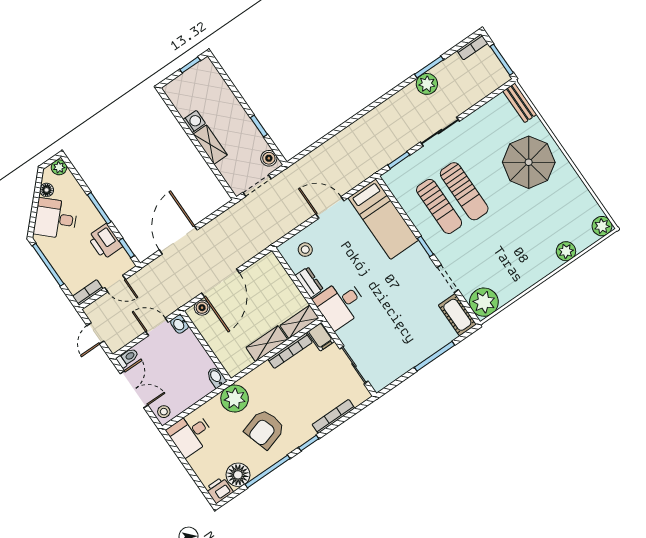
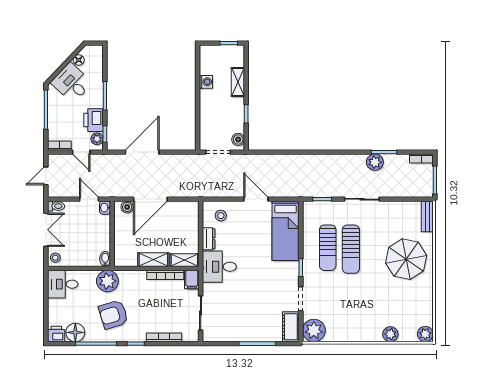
shelving: (210, 145) -> (238, 82), moved
plant: (59, 167) -> (97, 139), moved

